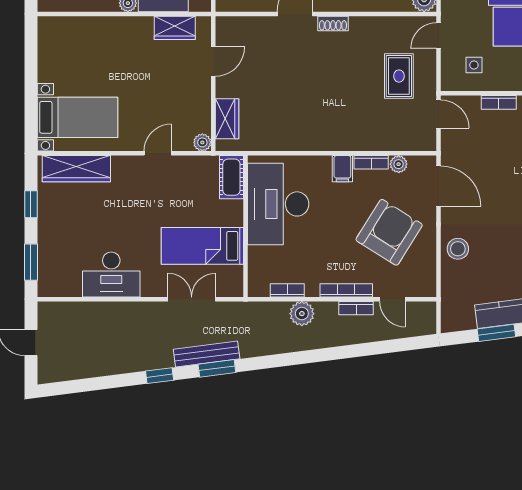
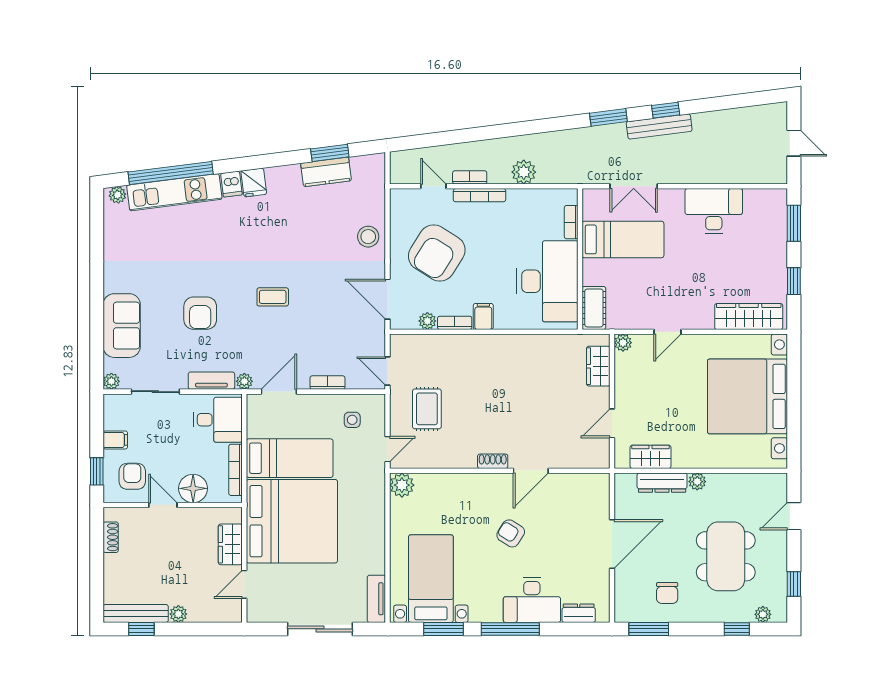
bed with nightstands: (77, 117) -> (747, 396), width x1.85
bookcase: (287, 290) -> (571, 222), moved, turned 90
bench: (207, 354) -> (659, 127), moved

